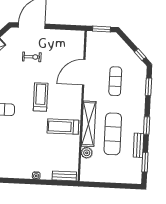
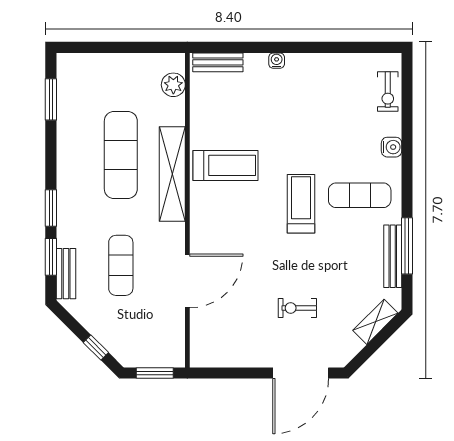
window: (140, 55) -> (96, 348), moved
treadmill: (41, 97) -> (301, 204), moved, turned 180
window: (147, 125) -> (51, 208), moved
bench: (138, 145) -> (66, 274), moved
plant: (87, 153) -> (173, 85), moved

